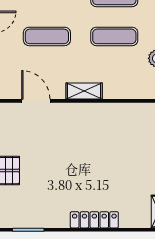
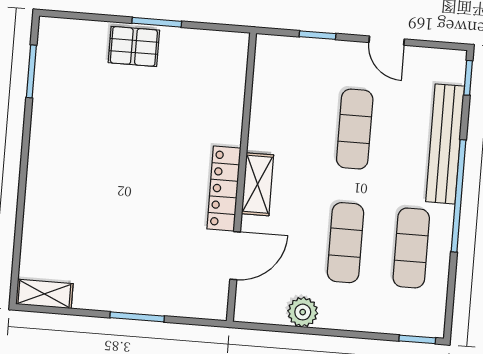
door: (36, 101) -> (235, 256), moved
locker: (94, 220) -> (224, 189), moved, turned 180

